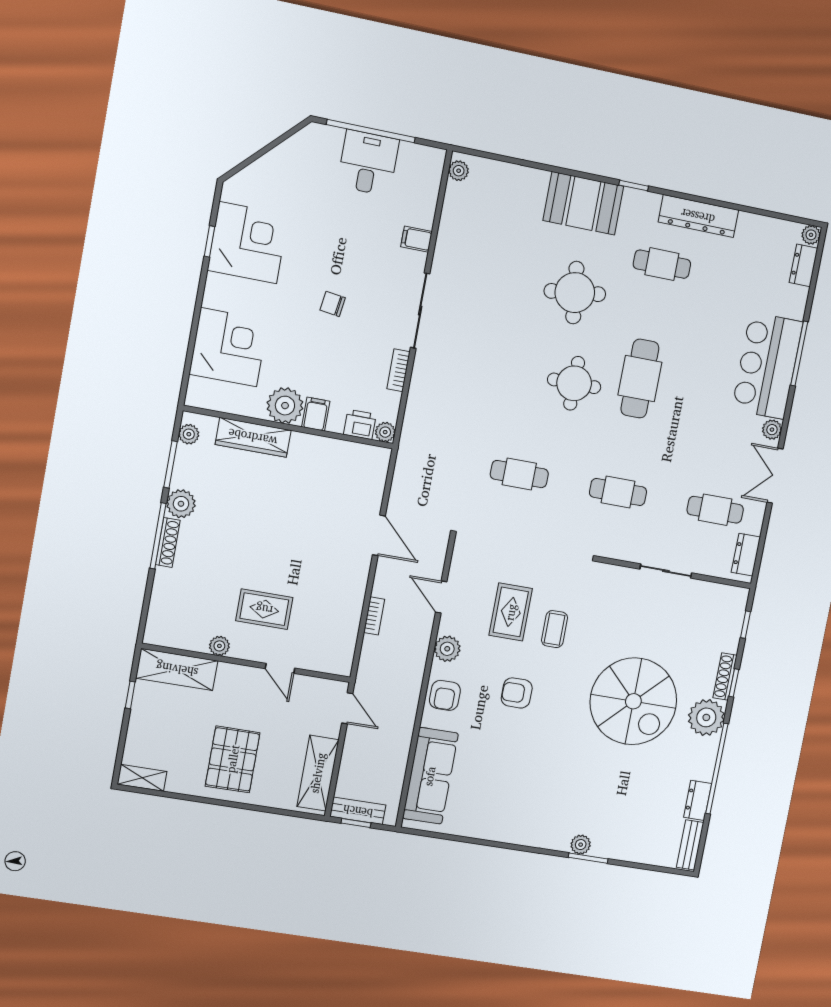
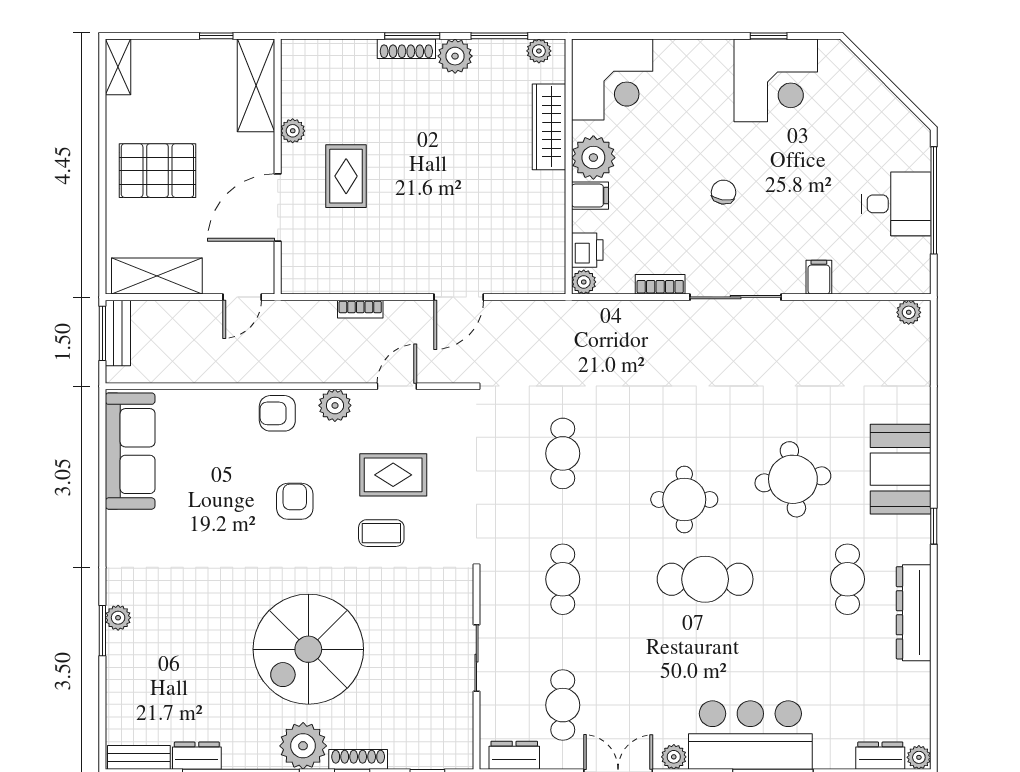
corner desk: (229, 347) -> (612, 79), moved
window: (158, 536) -> (412, 36), width x0.69
door: (280, 668) -> (278, 208), width x1.88
sofa: (430, 776) -> (130, 451), moved, turned -90
window: (356, 823) -> (102, 333), width x1.50

